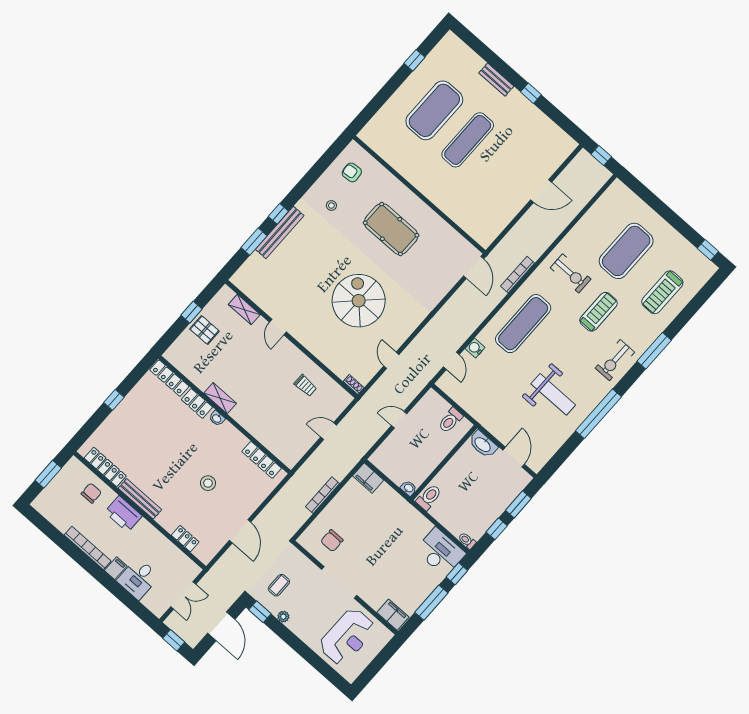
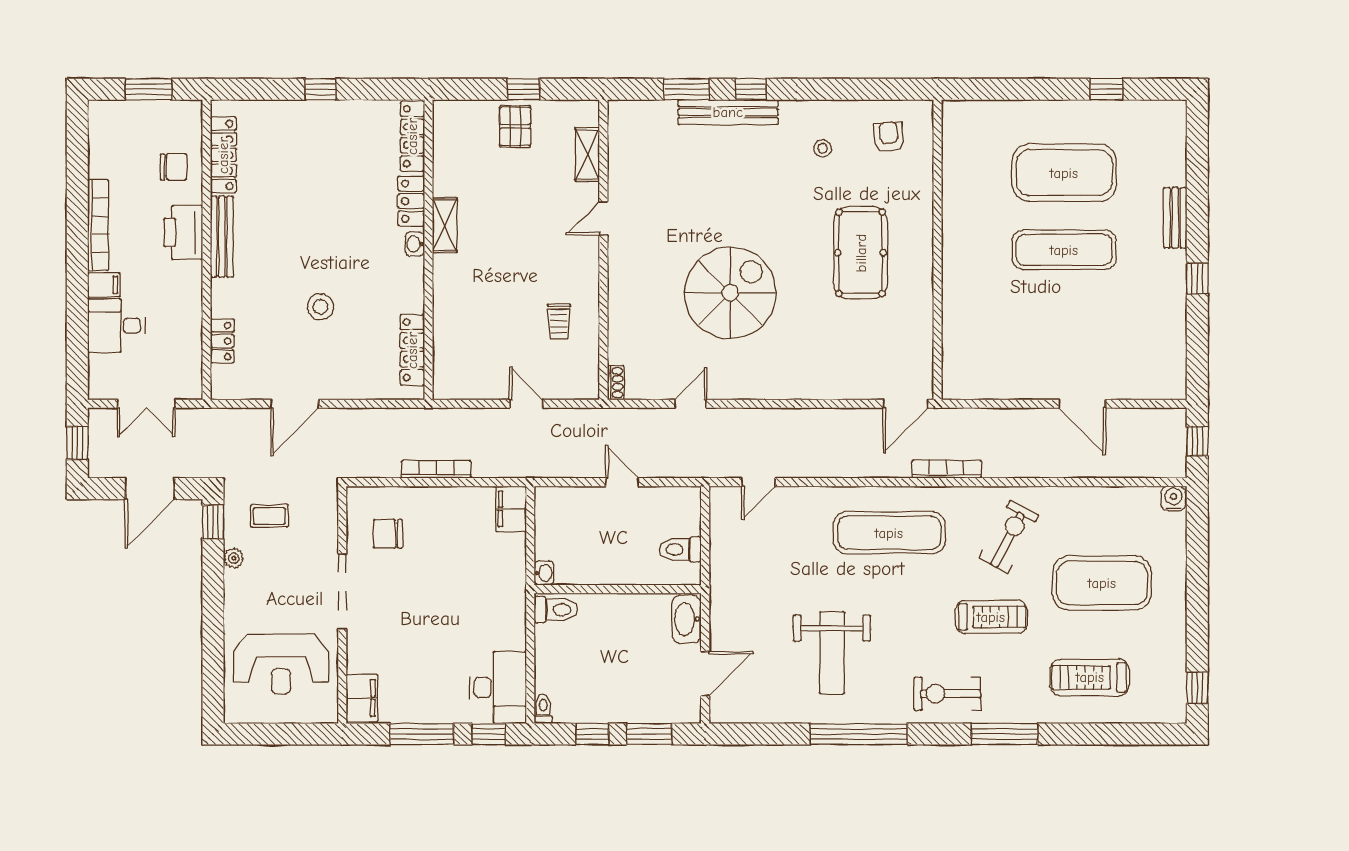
exercise bike: (571, 273) -> (1009, 537), turned -152
water cooler: (475, 348) -> (1173, 498), moved

